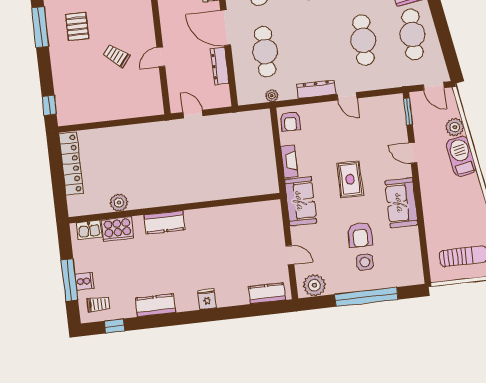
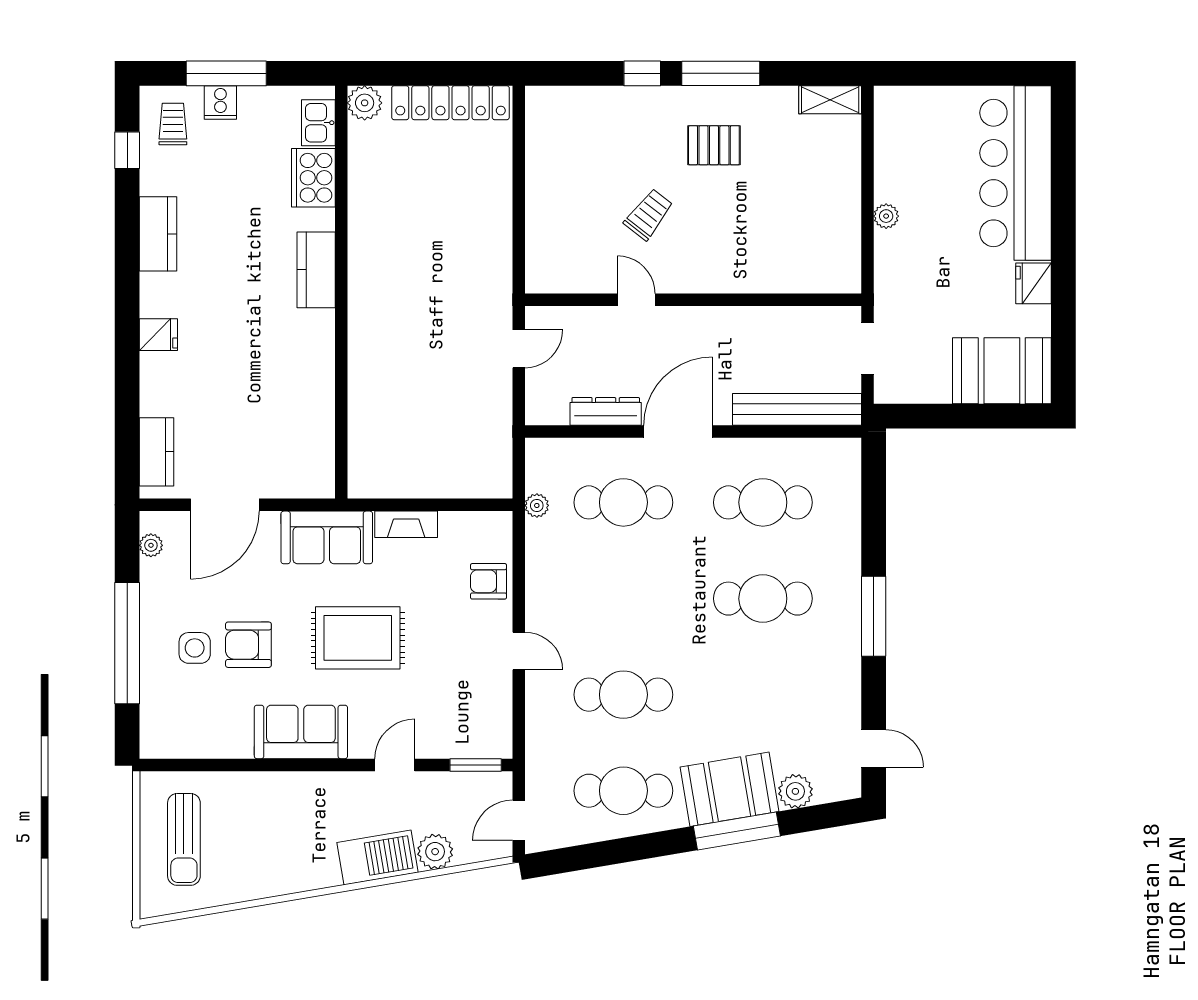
dresser: (316, 89) -> (539, 593), removed
door: (347, 96) -> (519, 651), swing flipped
window: (49, 105) -> (642, 73), moved
armchair: (290, 121) -> (489, 581), moved
rug: (350, 179) -> (358, 638), width x1.36, depth x1.43
plant: (119, 202) -> (365, 103), moved
door: (290, 255) -> (225, 505), width x1.88
plant: (314, 285) -> (151, 545), width x0.53, depth x0.53
trolley: (98, 304) -> (173, 124), turned 180

